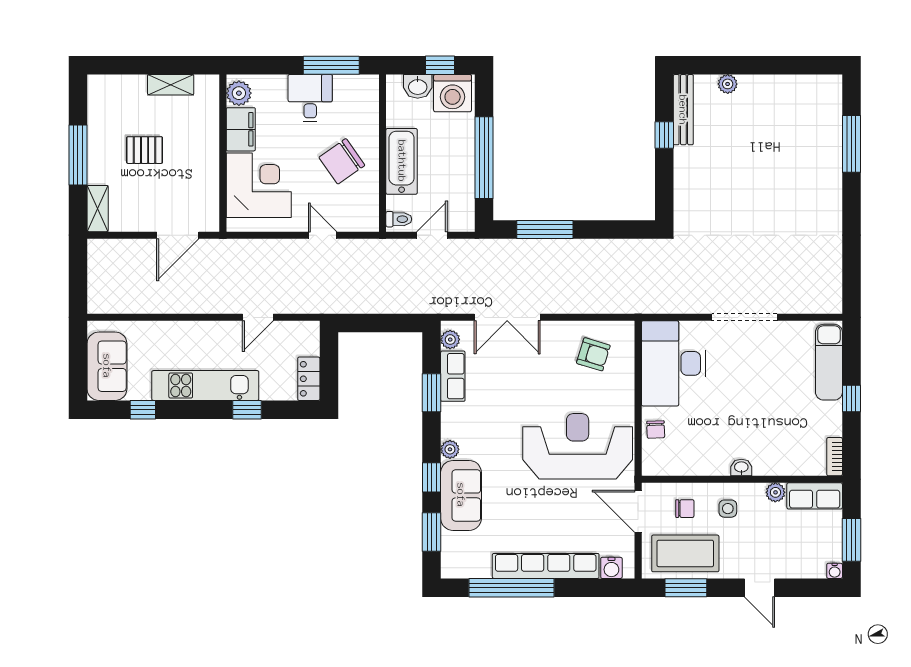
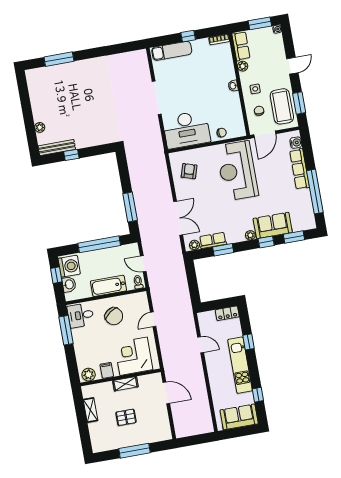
desk: (310, 98) -> (81, 315), moved
filing cabinet: (241, 129) -> (107, 370), width x0.50
pallet: (145, 150) -> (126, 417), turned 90
shelving: (98, 209) -> (125, 384), moved
row of seats: (546, 566) -> (299, 169), width x0.73

